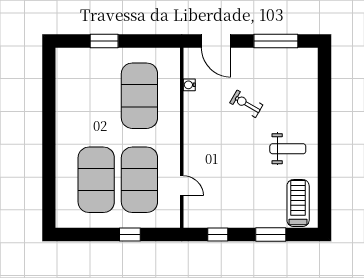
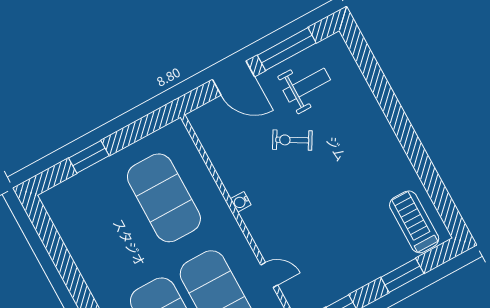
door: (216, 41) -> (234, 78), moved
water cooler: (189, 85) -> (241, 202), moved
weight bench: (288, 149) -> (307, 85), moved

